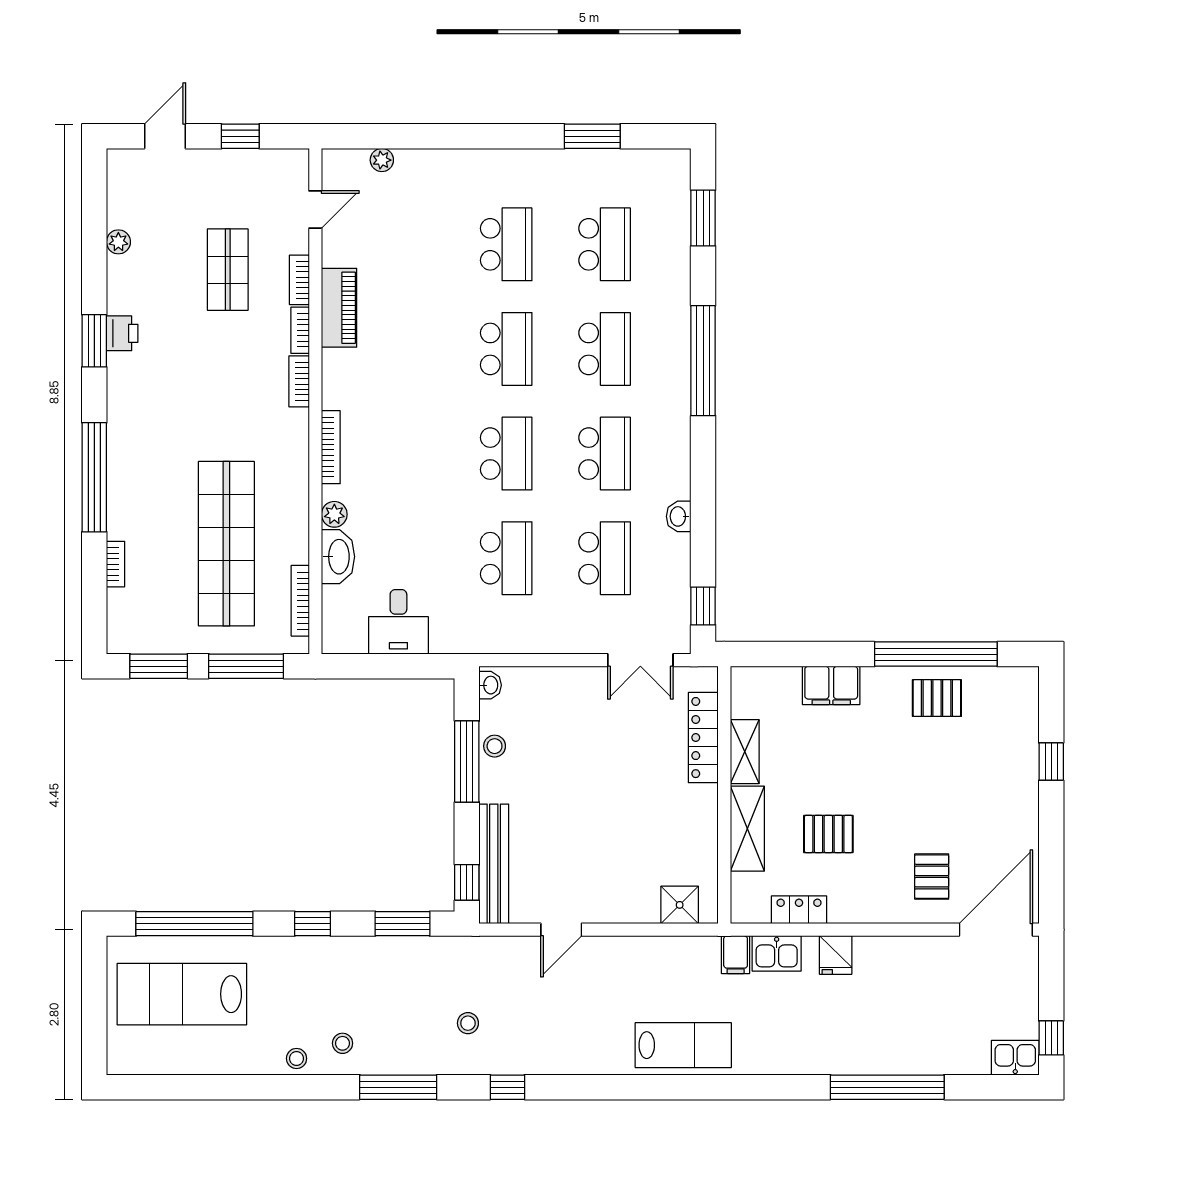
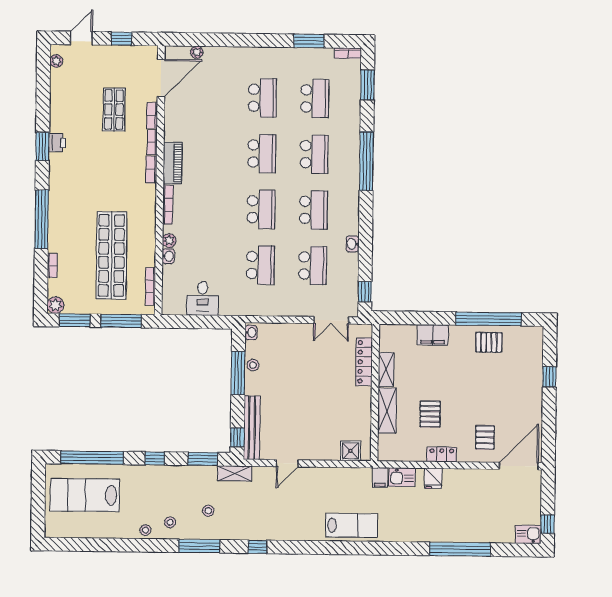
bookcase: (666, 158) -> (348, 53), added
door: (315, 210) -> (161, 78), width x1.87
plant: (118, 242) -> (56, 61), moved
piano: (339, 308) -> (173, 163), moved
washbasin: (338, 557) -> (168, 256), width x0.52, depth x0.69
plant: (122, 638) -> (55, 305), added
pallet: (828, 834) -> (430, 414), turned 90
locker: (799, 910) -> (442, 454), moved
shelving: (463, 950) -> (235, 473), added
stool: (468, 1023) -> (208, 511), moved

